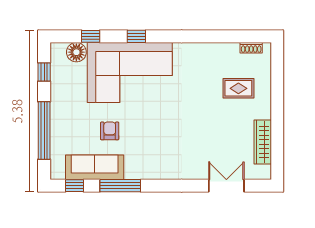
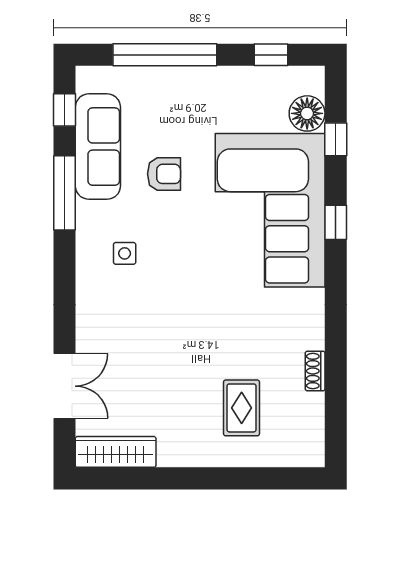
shoe rack: (251, 48) -> (315, 371), moved
wardrobe: (263, 142) -> (116, 452), moved
side table: (153, 153) -> (125, 253), added

